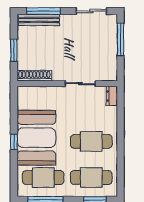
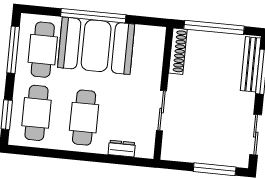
window: (14, 50) -> (214, 28), width x2.11
dresser: (112, 96) -> (122, 149), moved
window: (14, 142) -> (93, 16), width x3.17

